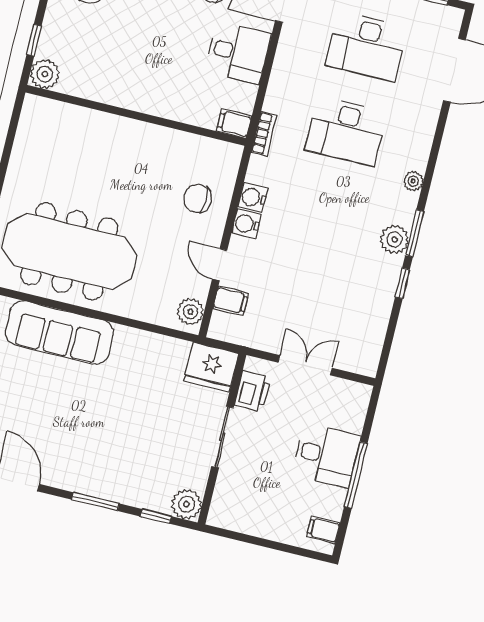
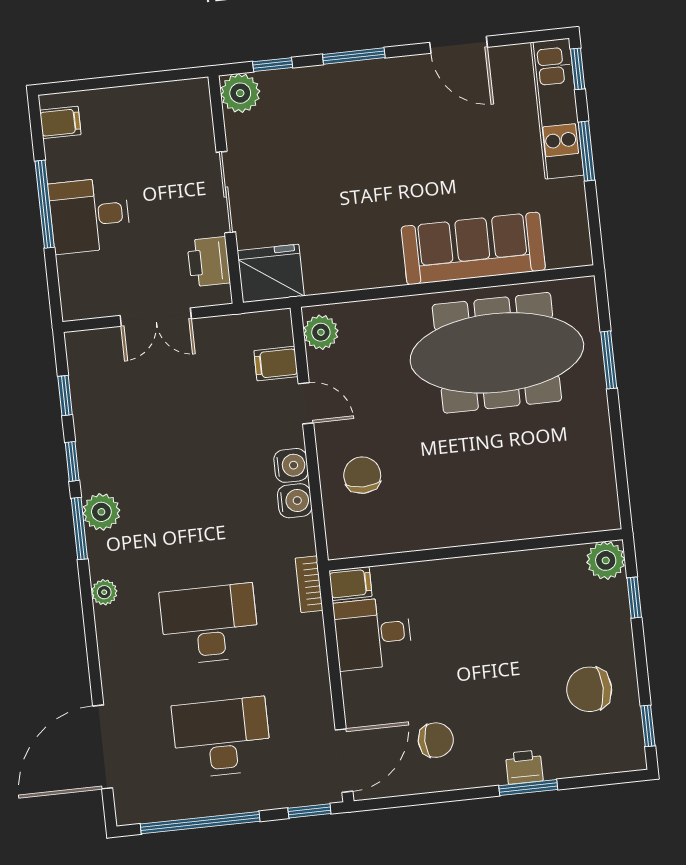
desk: (238, 53) -> (373, 634), moved
chair: (198, 198) -> (362, 475), turned -90
window: (390, 332) -> (65, 396), added

